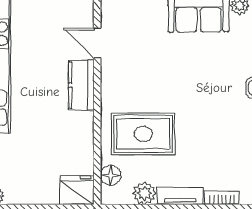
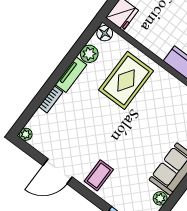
floor lamp: (111, 175) -> (105, 33), moved

